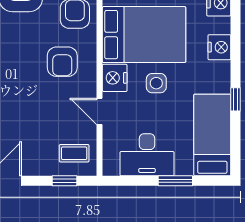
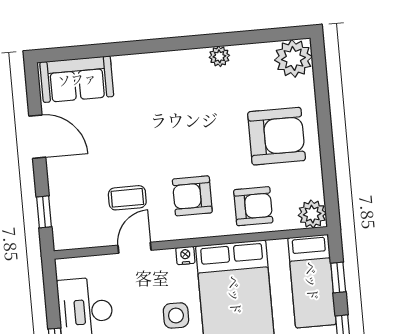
nightstand: (115, 78) -> (185, 256), width x0.53, depth x0.56
coffee table: (74, 153) -> (127, 198), moved, turned 90

